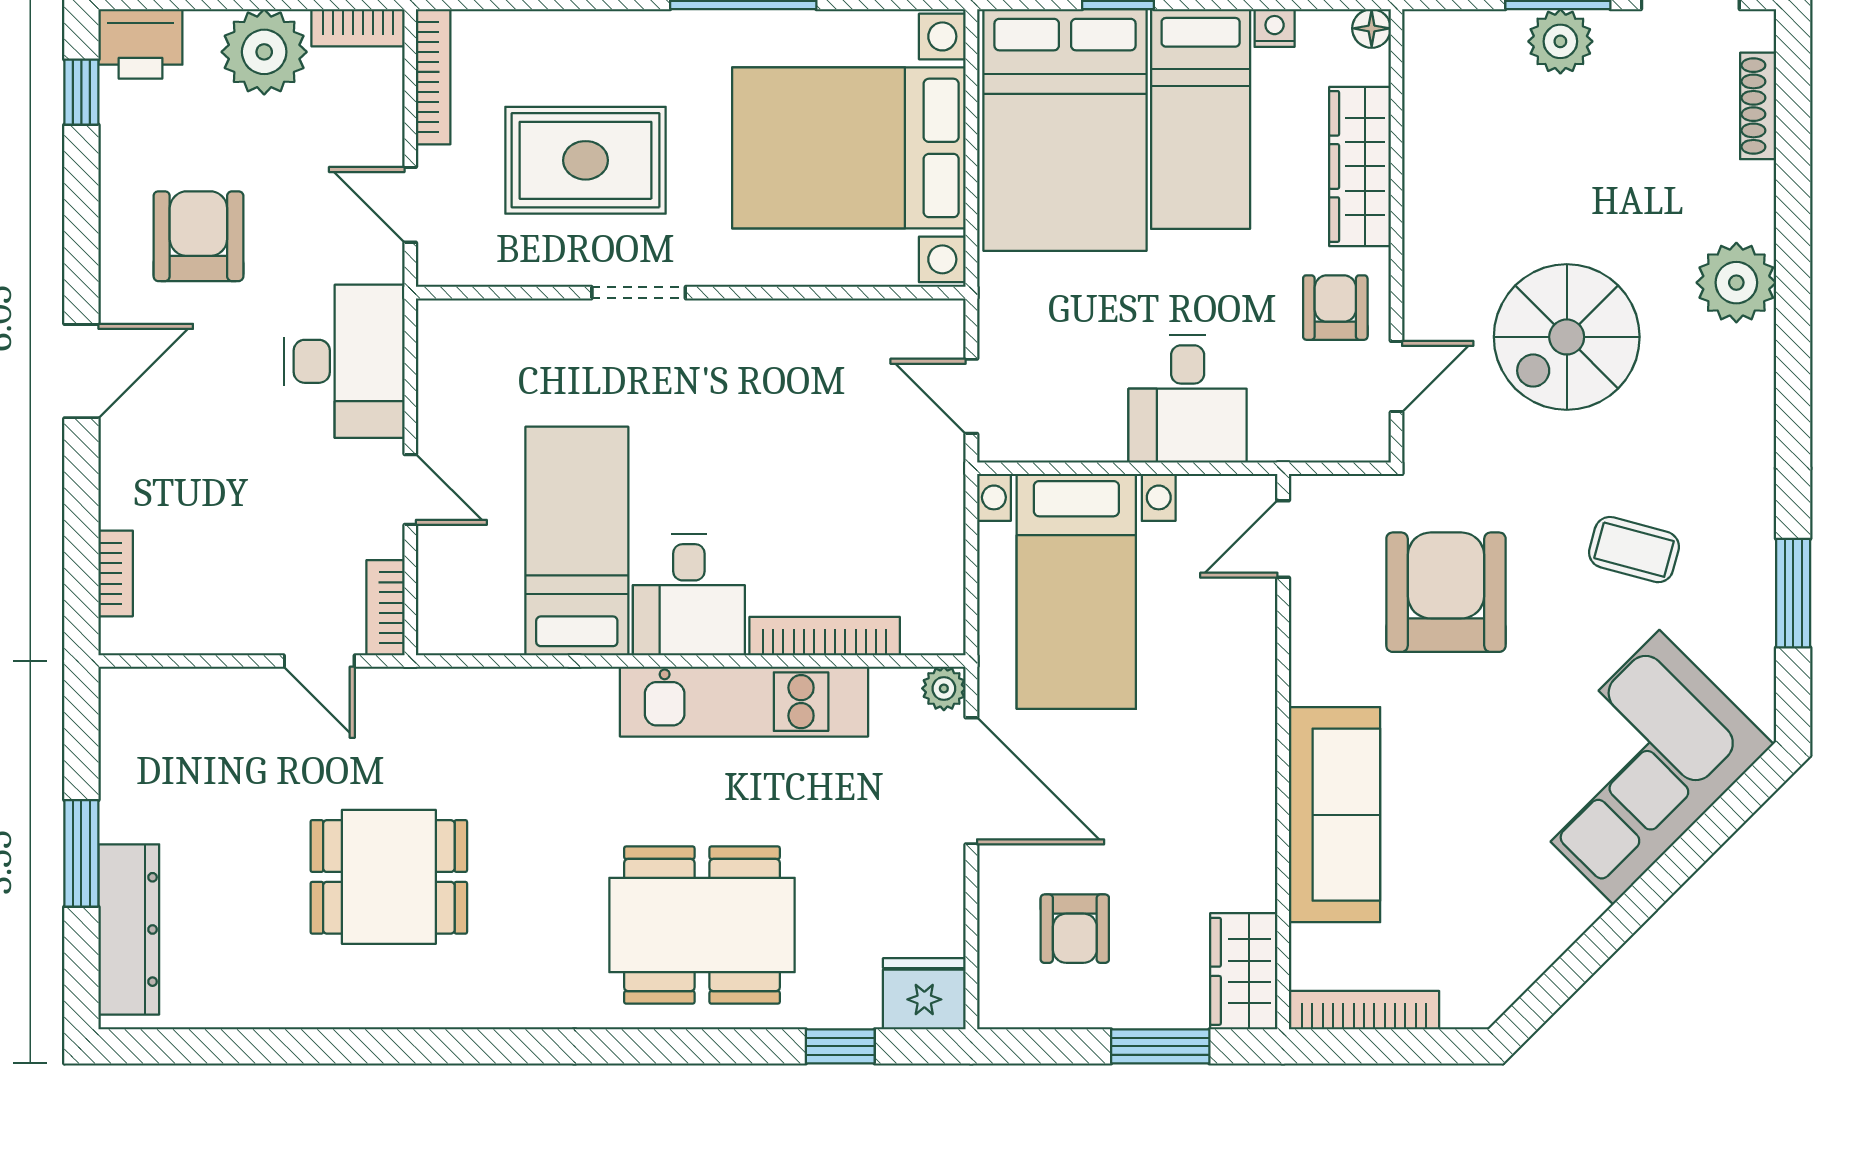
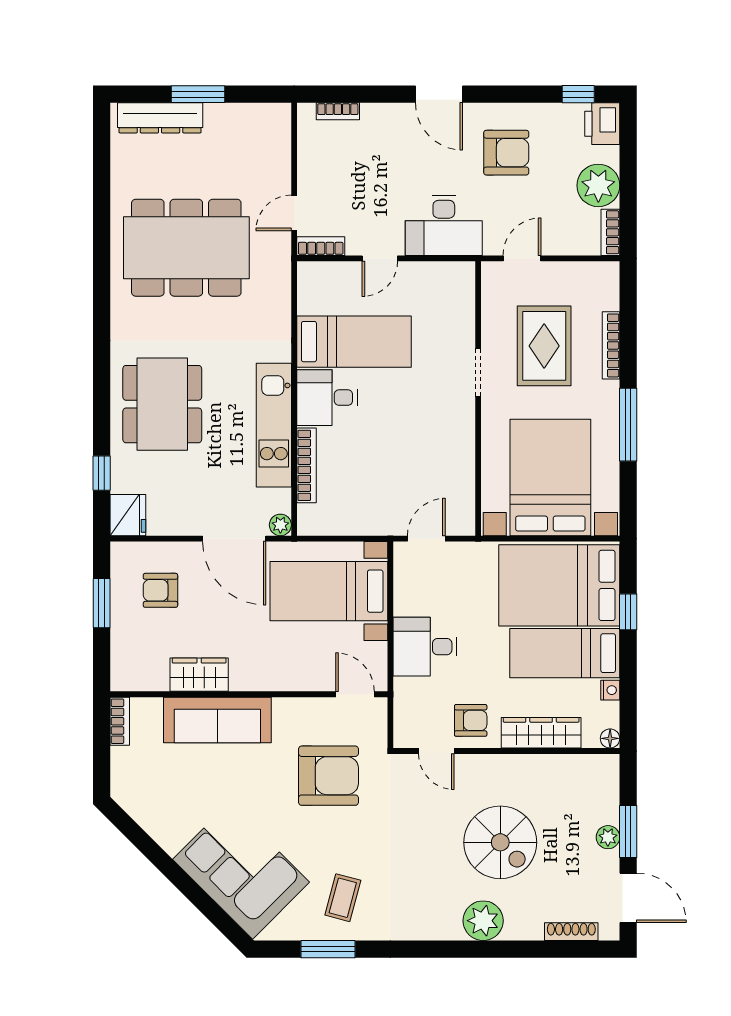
plant: (1560, 41) -> (608, 837), width x0.73, depth x0.73
bookcase: (433, 77) -> (611, 345), moved, turned 90
spiral stairs: (1567, 337) -> (500, 842), moved, turned 180
coffee table: (1634, 550) -> (343, 898), moved
door: (971, 781) -> (234, 539), hinge flipped
dining table: (389, 877) -> (186, 248), width x1.88, depth x1.24
wardrobe: (1244, 971) -> (199, 675), moved
bookcase: (1364, 1010) -> (120, 721), width x0.64
window: (1160, 1046) -> (102, 603), moved

